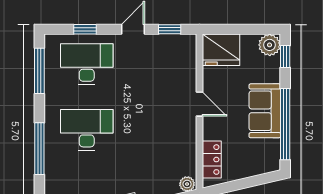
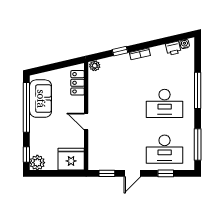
sofa: (265, 111) -> (41, 99), moved

